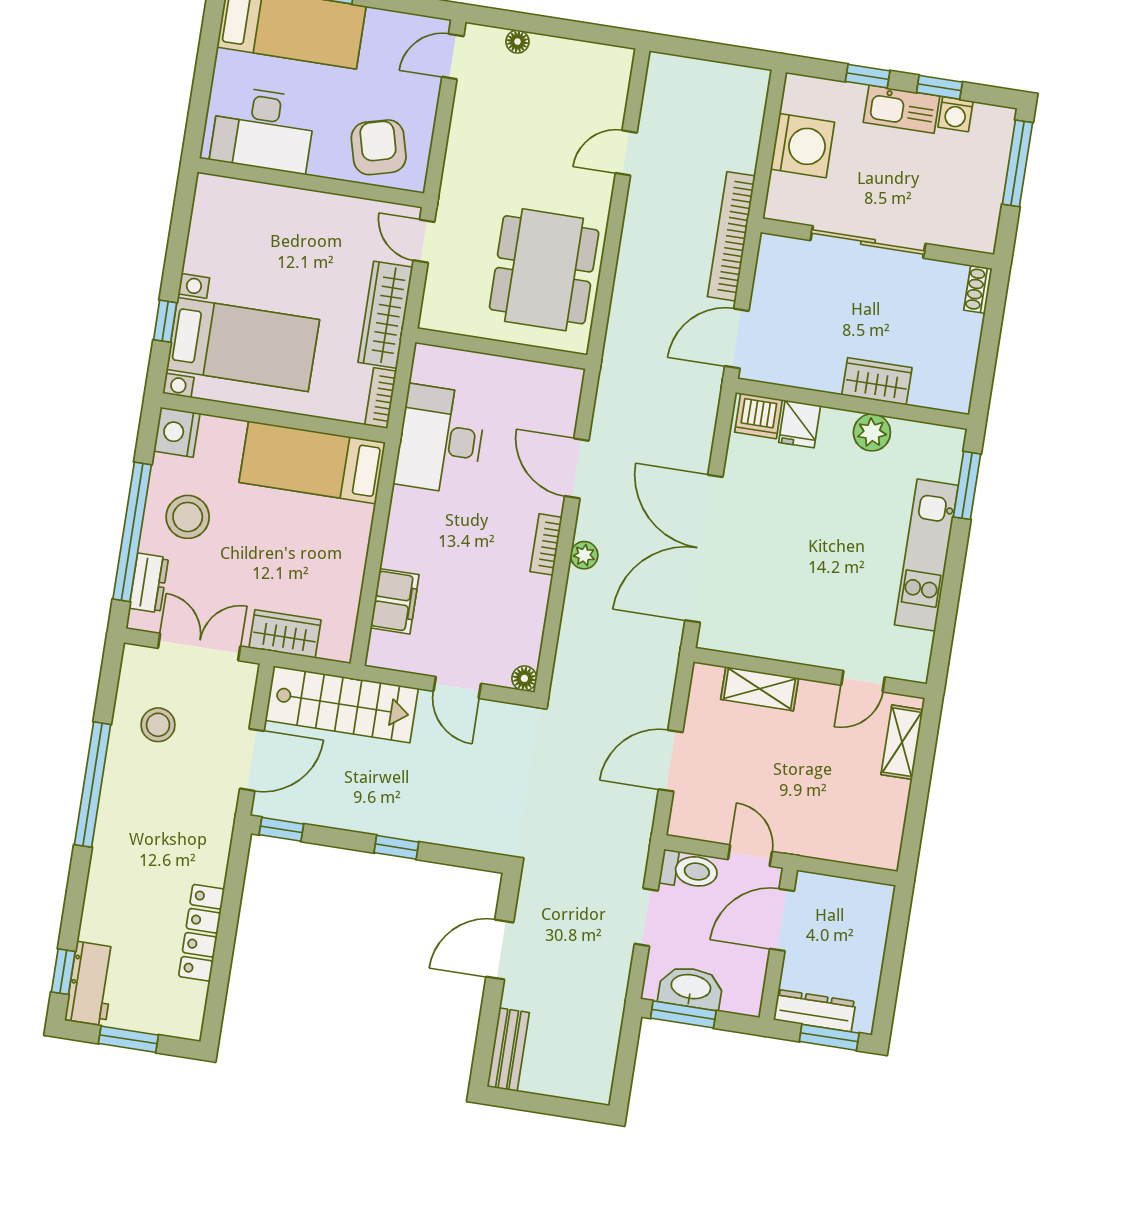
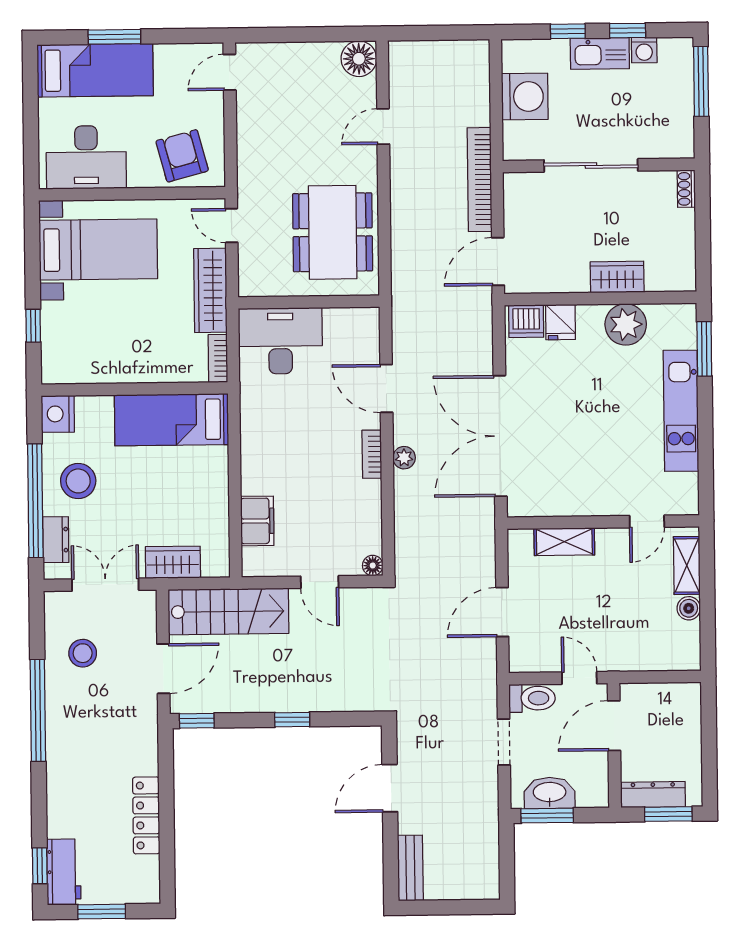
floor lamp: (517, 42) -> (359, 59), moved, width x1.89, depth x1.89
bed with nightstands: (243, 345) -> (98, 250), moved
plant: (872, 432) -> (626, 324), width x1.36, depth x1.36
desk: (440, 439) -> (280, 341), moved, turned 90
boiler: (896, 794) -> (689, 608), added

